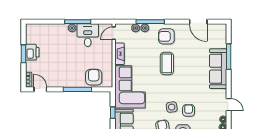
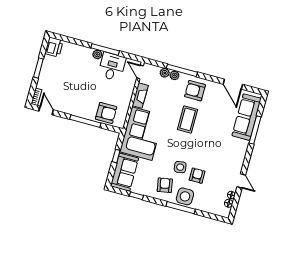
door: (114, 33) -> (140, 72), hinge flipped
printer: (32, 52) -> (54, 47), moved
sofa: (218, 69) -> (247, 117), moved
armchair: (94, 77) -> (106, 113), turned 90

